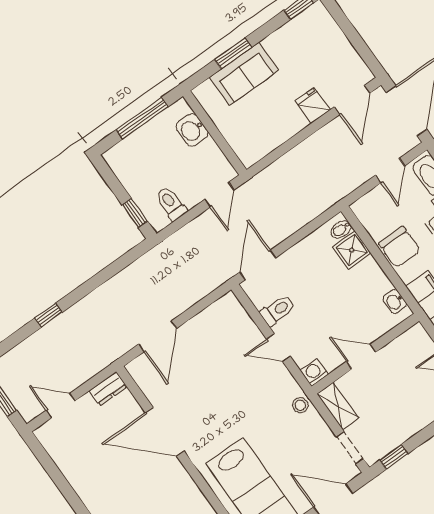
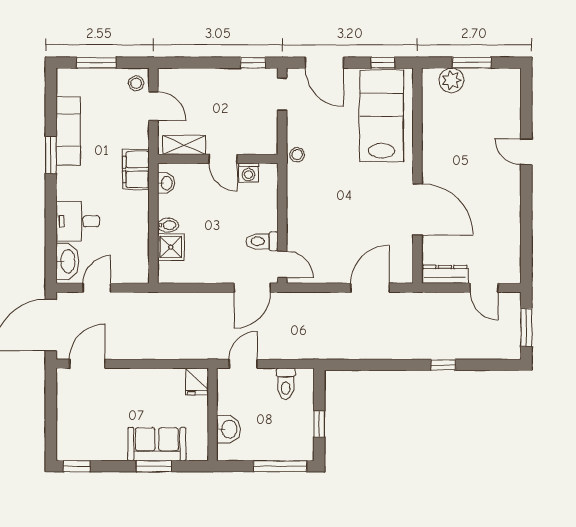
fridge: (313, 105) -> (197, 381), moved
window: (142, 118) -> (280, 466), moved
window: (135, 213) -> (319, 424), moved
bidet: (341, 229) -> (168, 225), moved
chair: (400, 247) -> (132, 223), removed
door: (279, 348) -> (282, 264), moved
washing machine: (314, 372) -> (248, 173), moved
dresser: (108, 389) -> (445, 274), width x1.44
shelving: (338, 406) -> (184, 145), moved, turned 90

